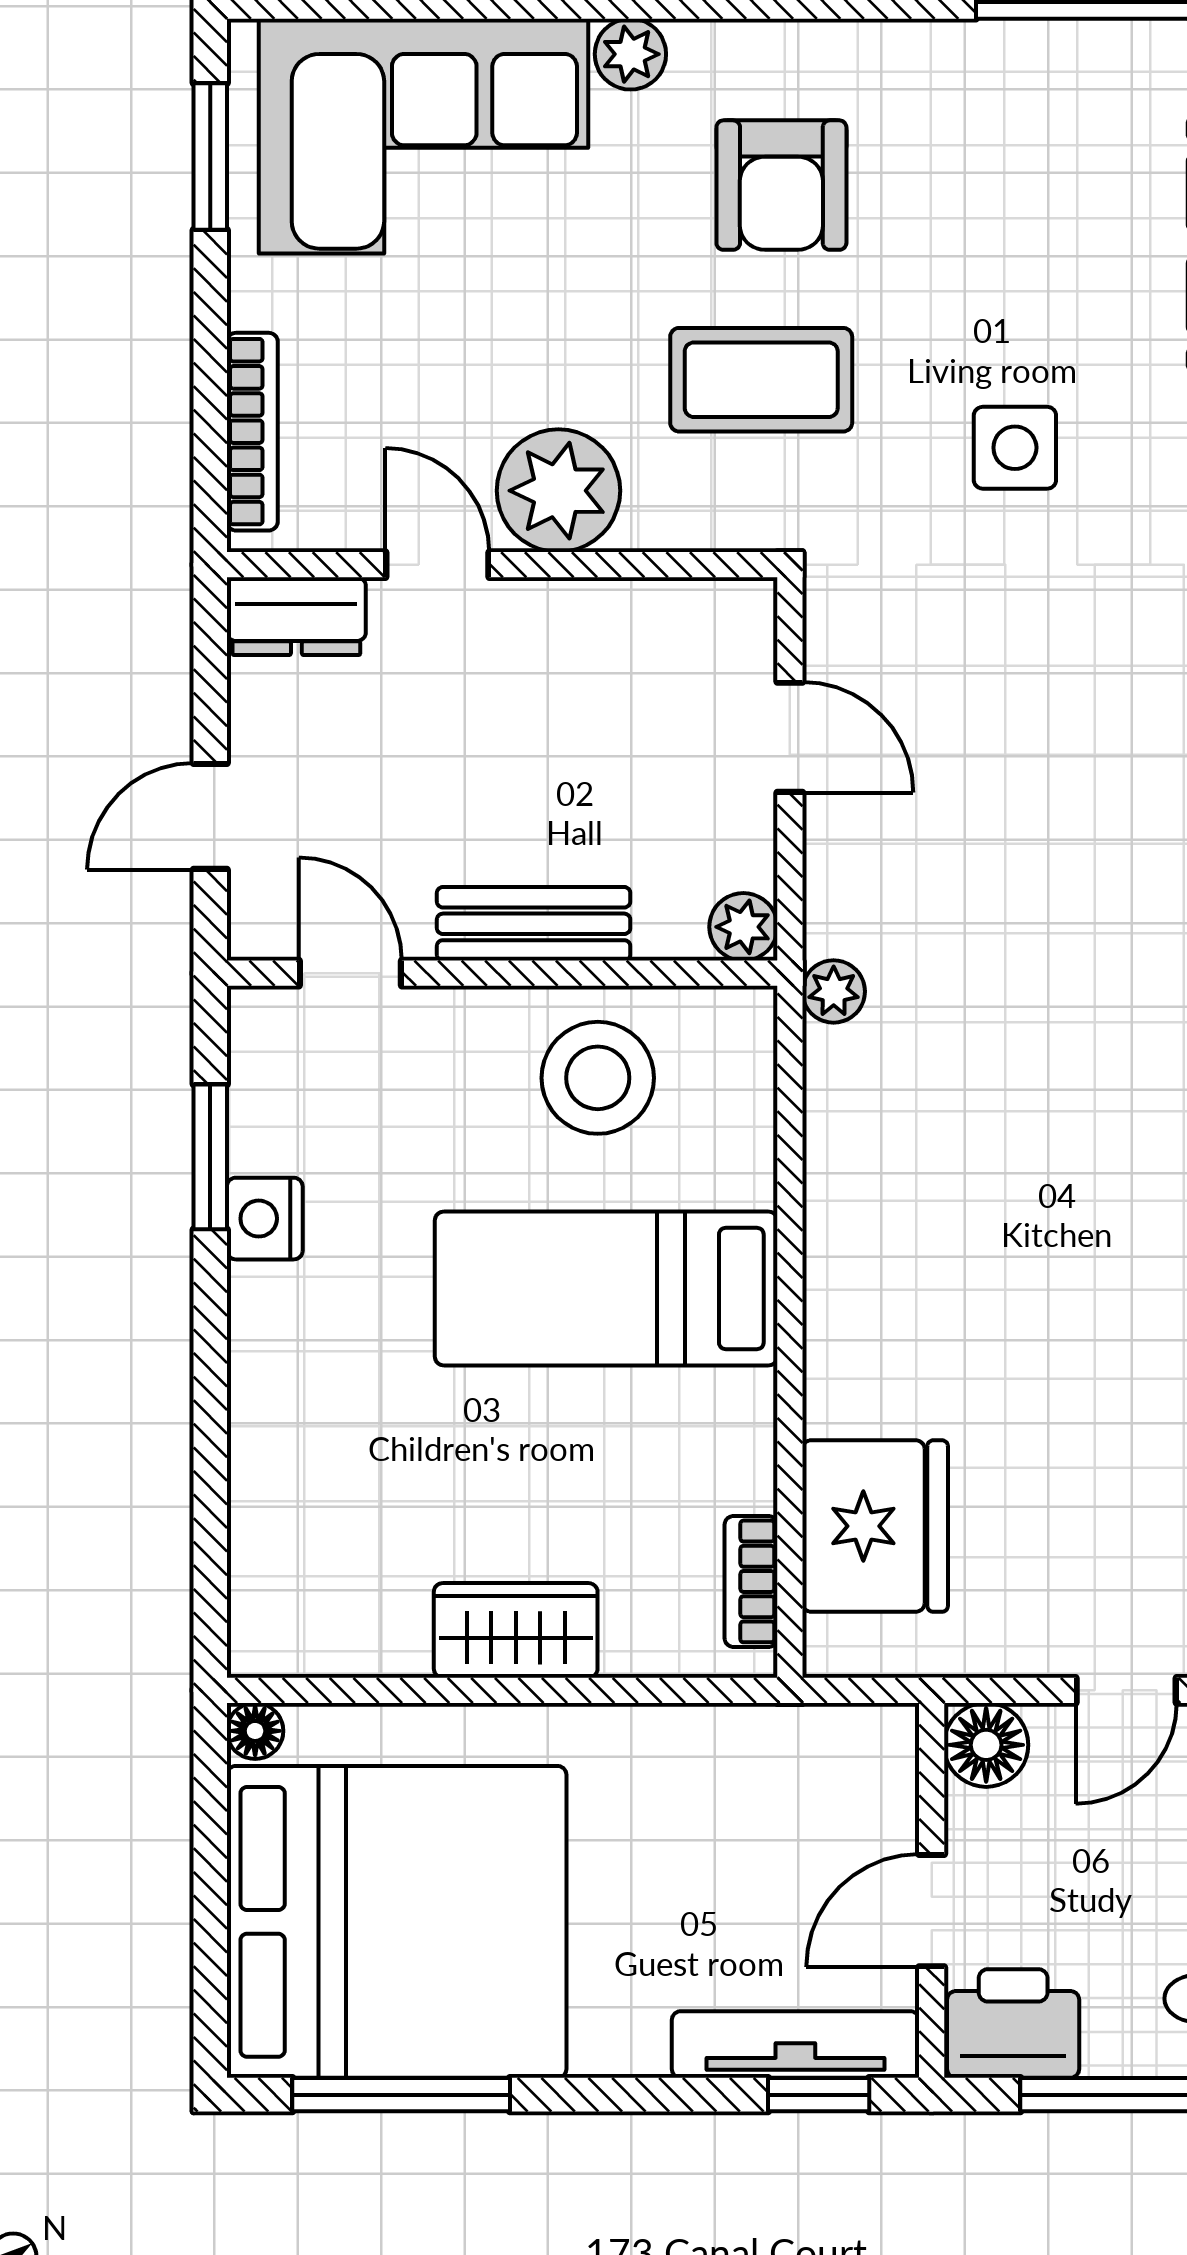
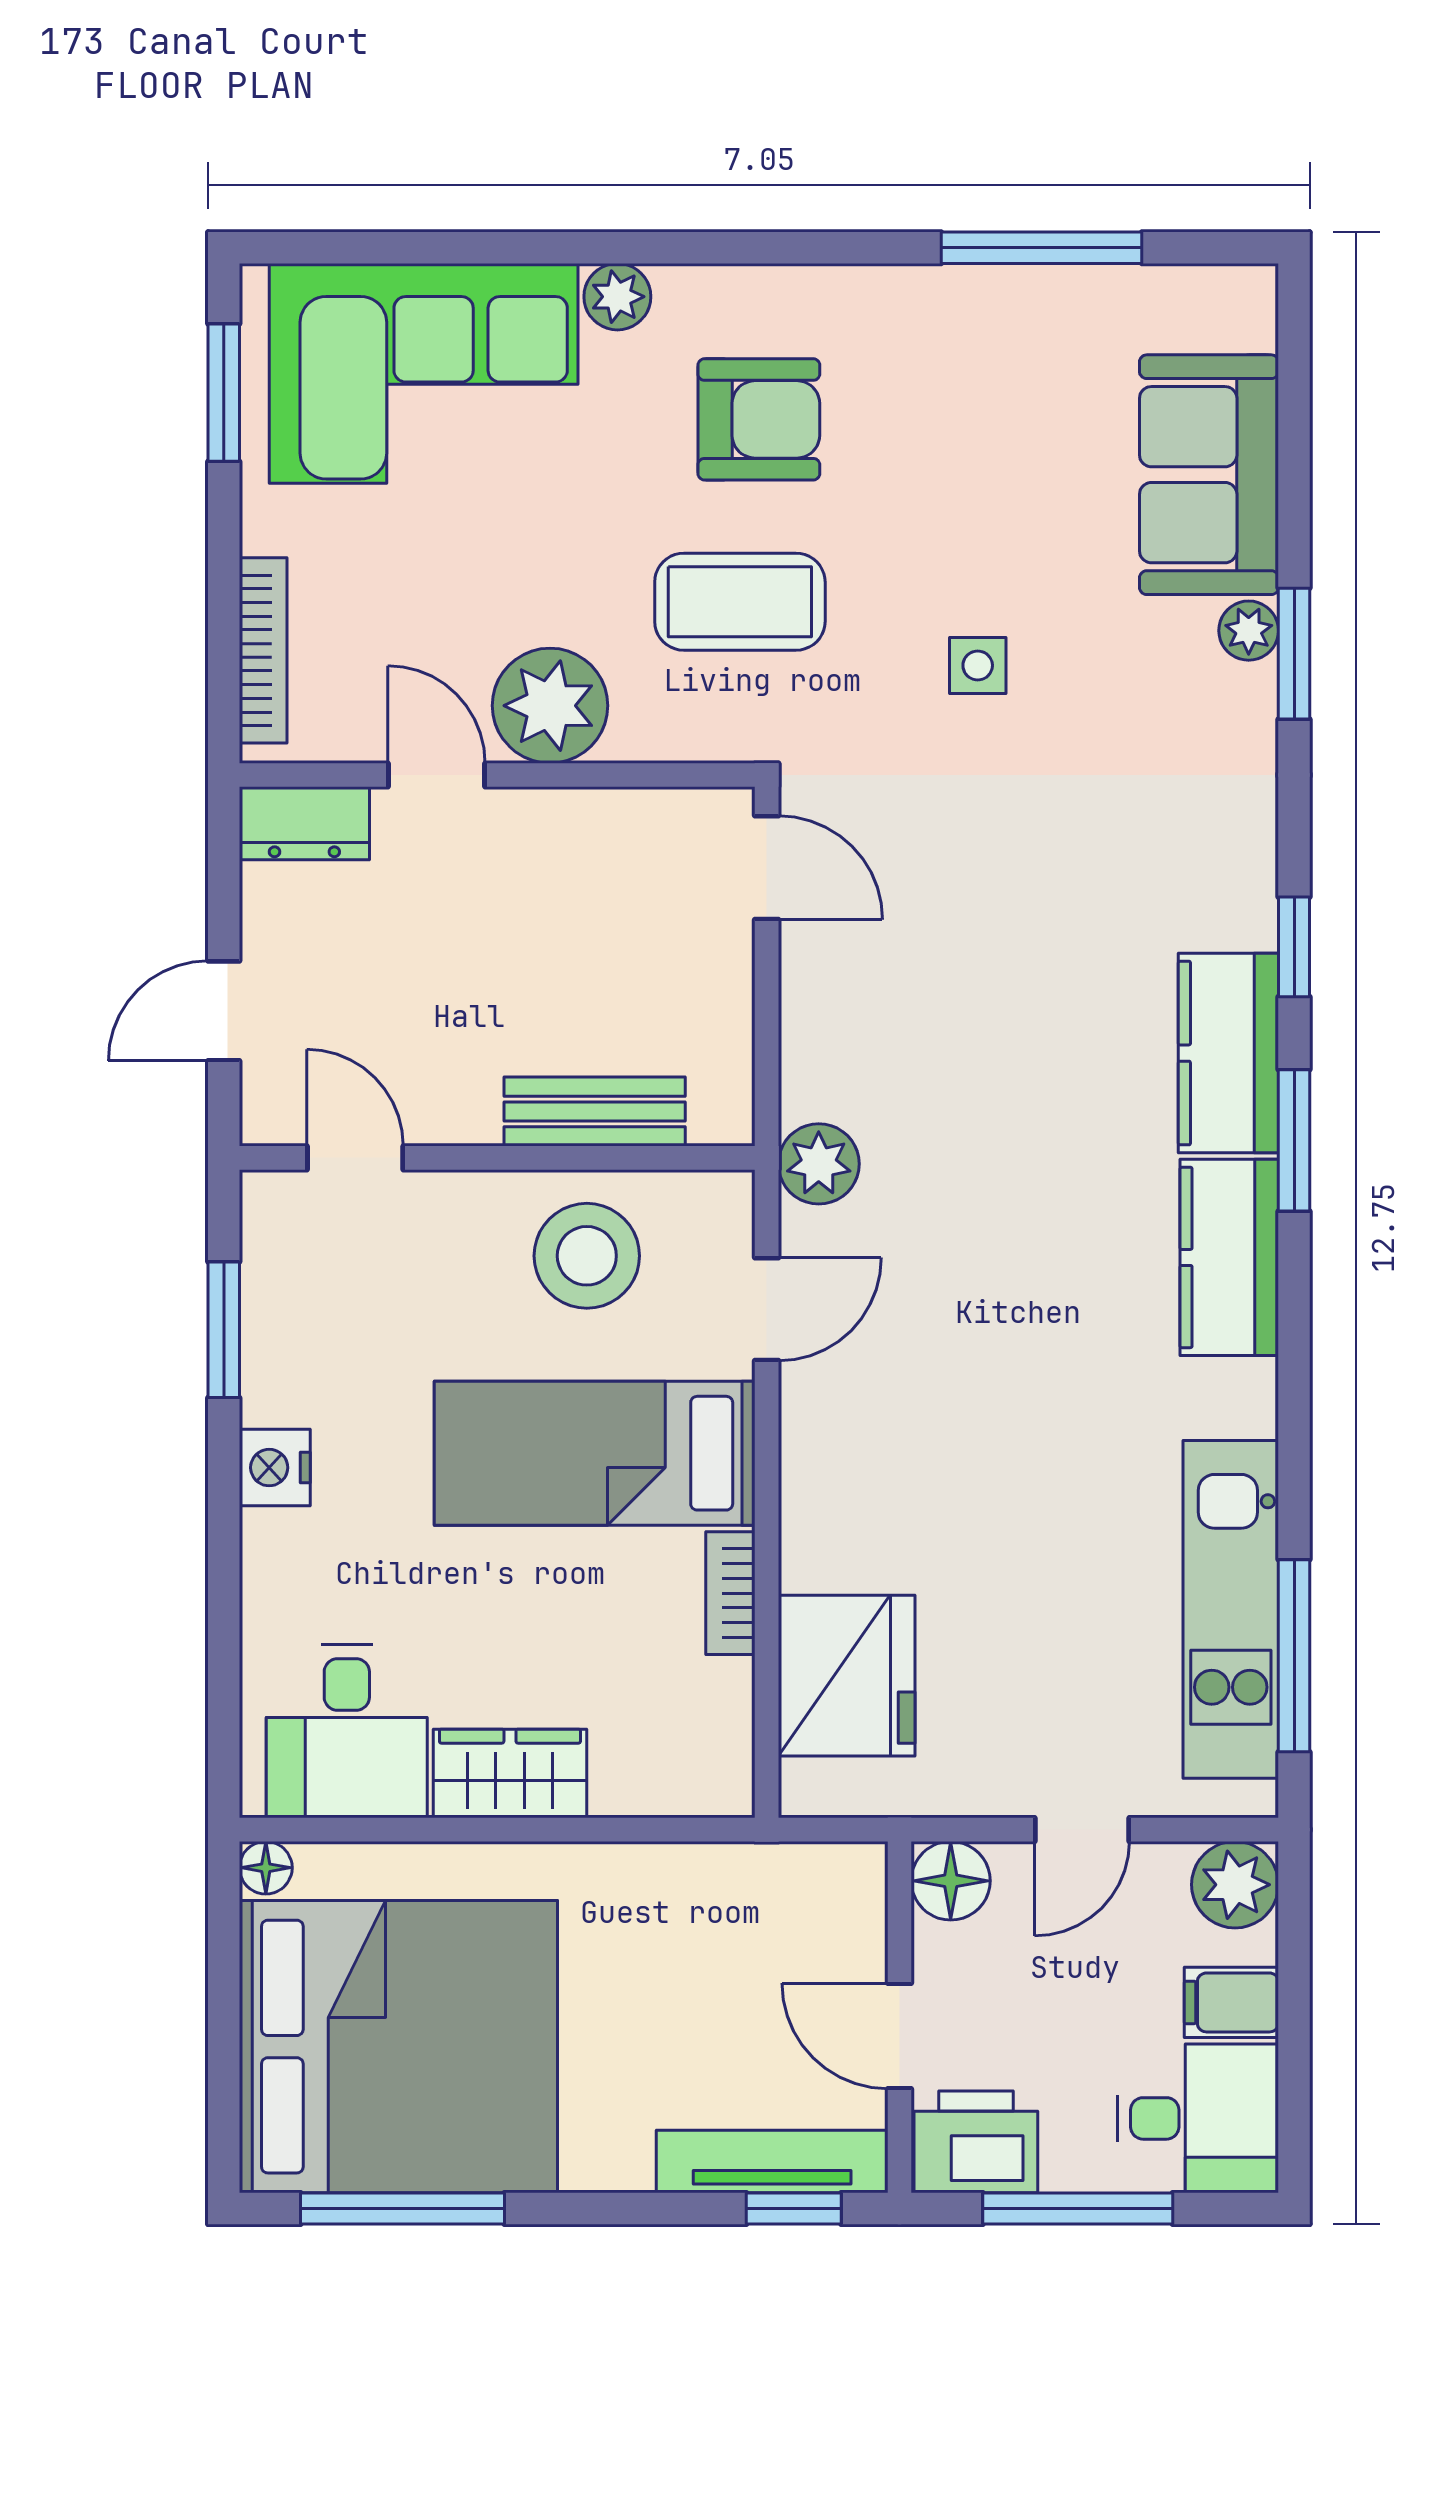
armchair: (781, 185) -> (759, 419), turned -90
side table: (1015, 448) -> (978, 665), width x0.73, depth x0.73
door: (790, 737) -> (767, 868), moved
bench: (534, 924) -> (595, 1112), moved
plant: (743, 927) -> (723, 1114), removed
plant: (834, 991) -> (819, 1164), width x1.38, depth x1.38
door: (790, 1135) -> (767, 1309), added
nightstand: (265, 1219) -> (275, 1468), moved
bookcase: (751, 1581) -> (730, 1593), moved
desk: (342, 1585) -> (347, 1731), added
door: (932, 1911) -> (900, 2036), hinge flipped

